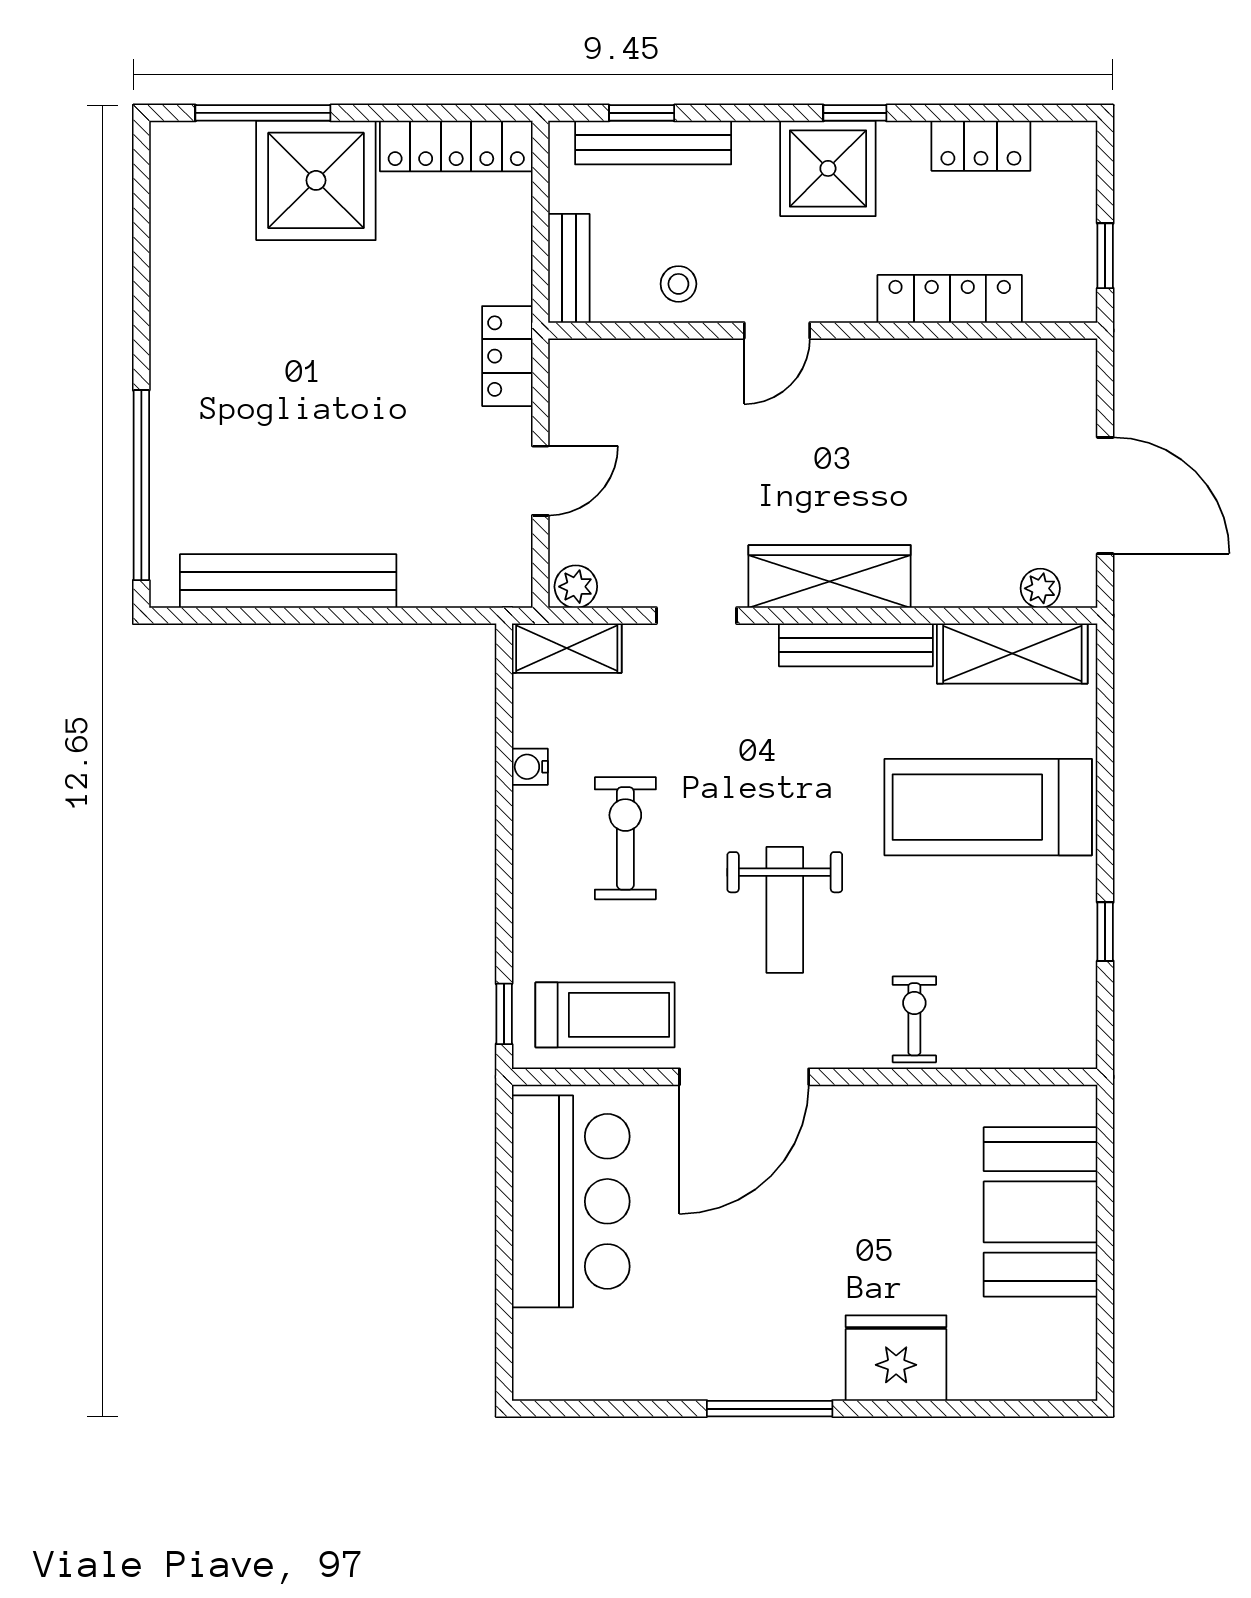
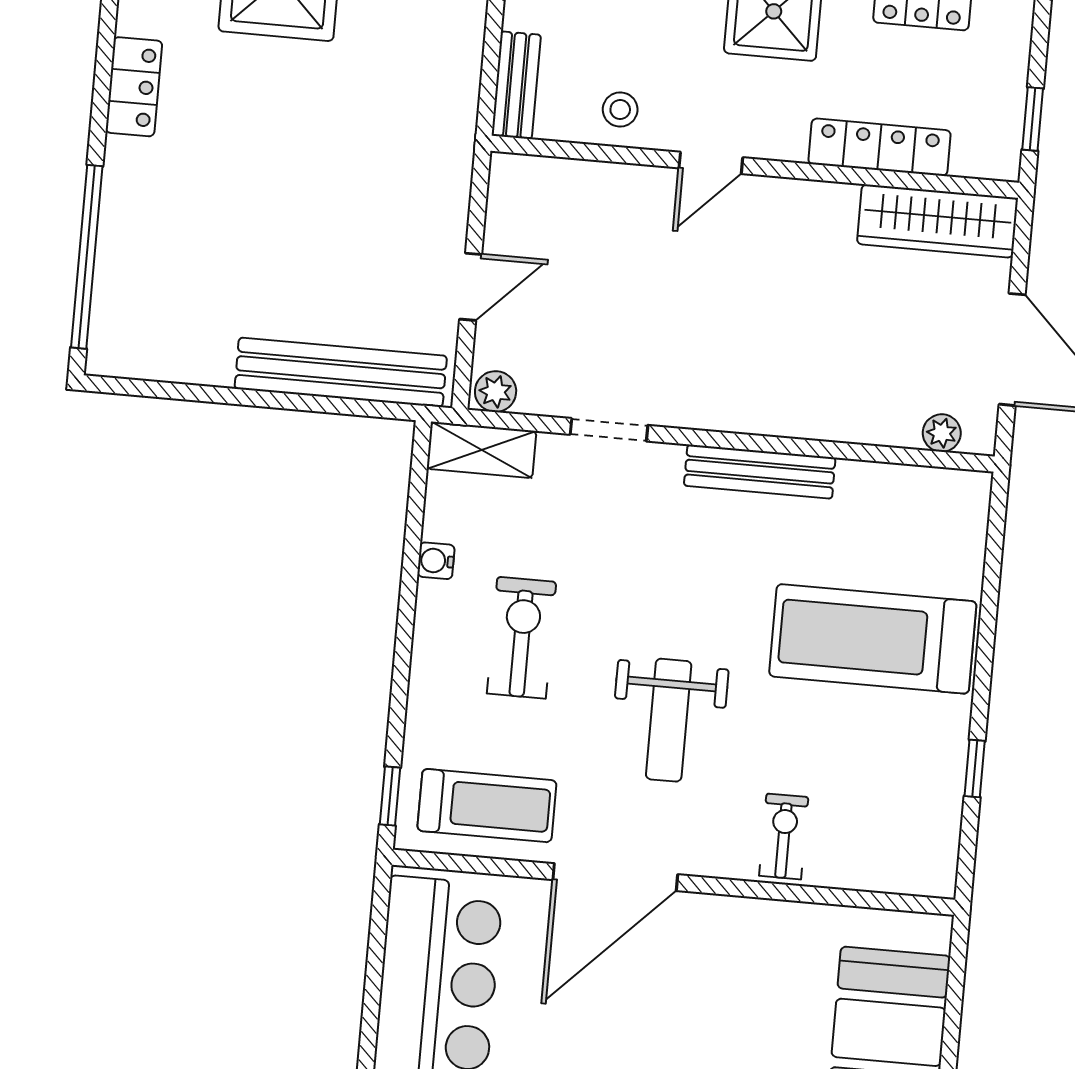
locker: (507, 356) -> (134, 87), moved, turned 180
wardrobe: (830, 576) -> (937, 221), moved, turned 180
bench: (288, 581) -> (341, 372), moved
shelving: (1012, 654) -> (909, 493), removed

